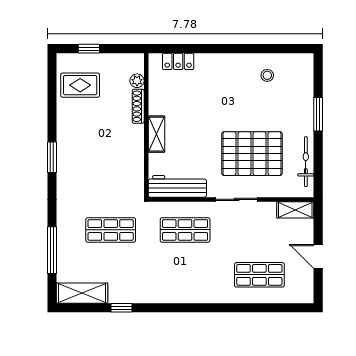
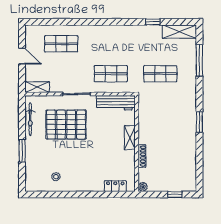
plant: (137, 81) -> (143, 187), moved
rug: (80, 85) -> (181, 170), removed

